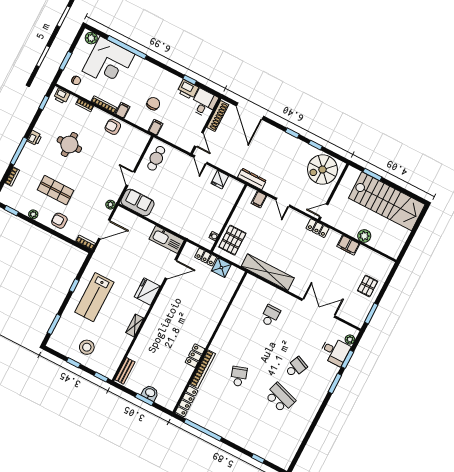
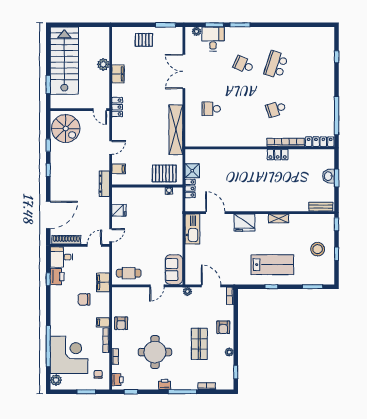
filing cabinet: (156, 127) -> (103, 282), width x2.00
round table: (69, 145) -> (155, 352), width x1.36, depth x1.36

